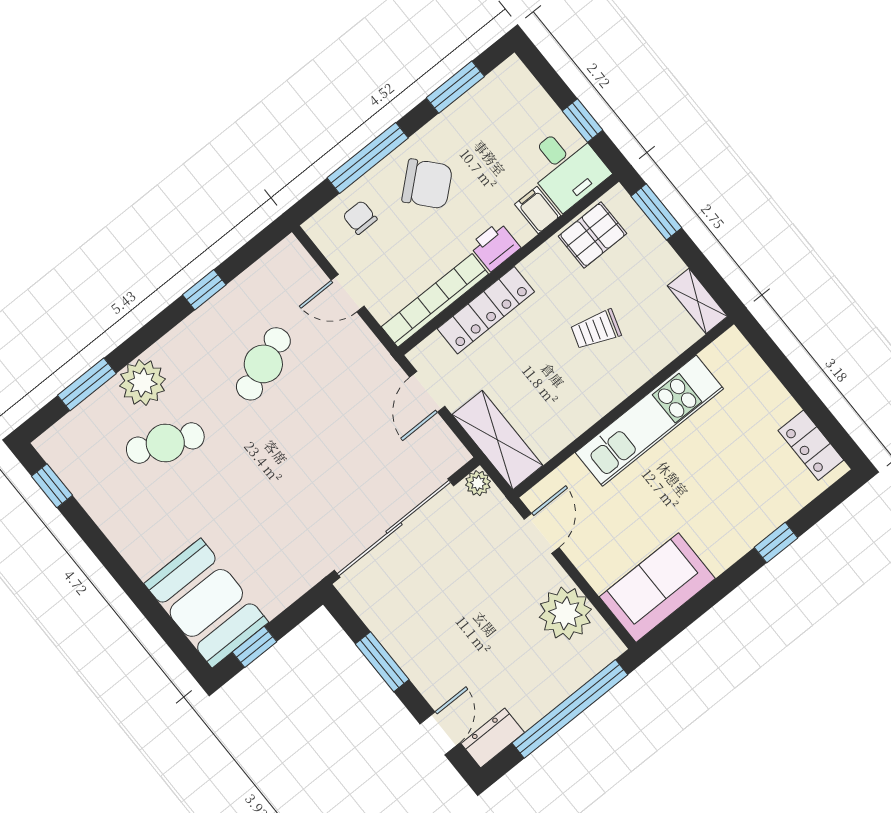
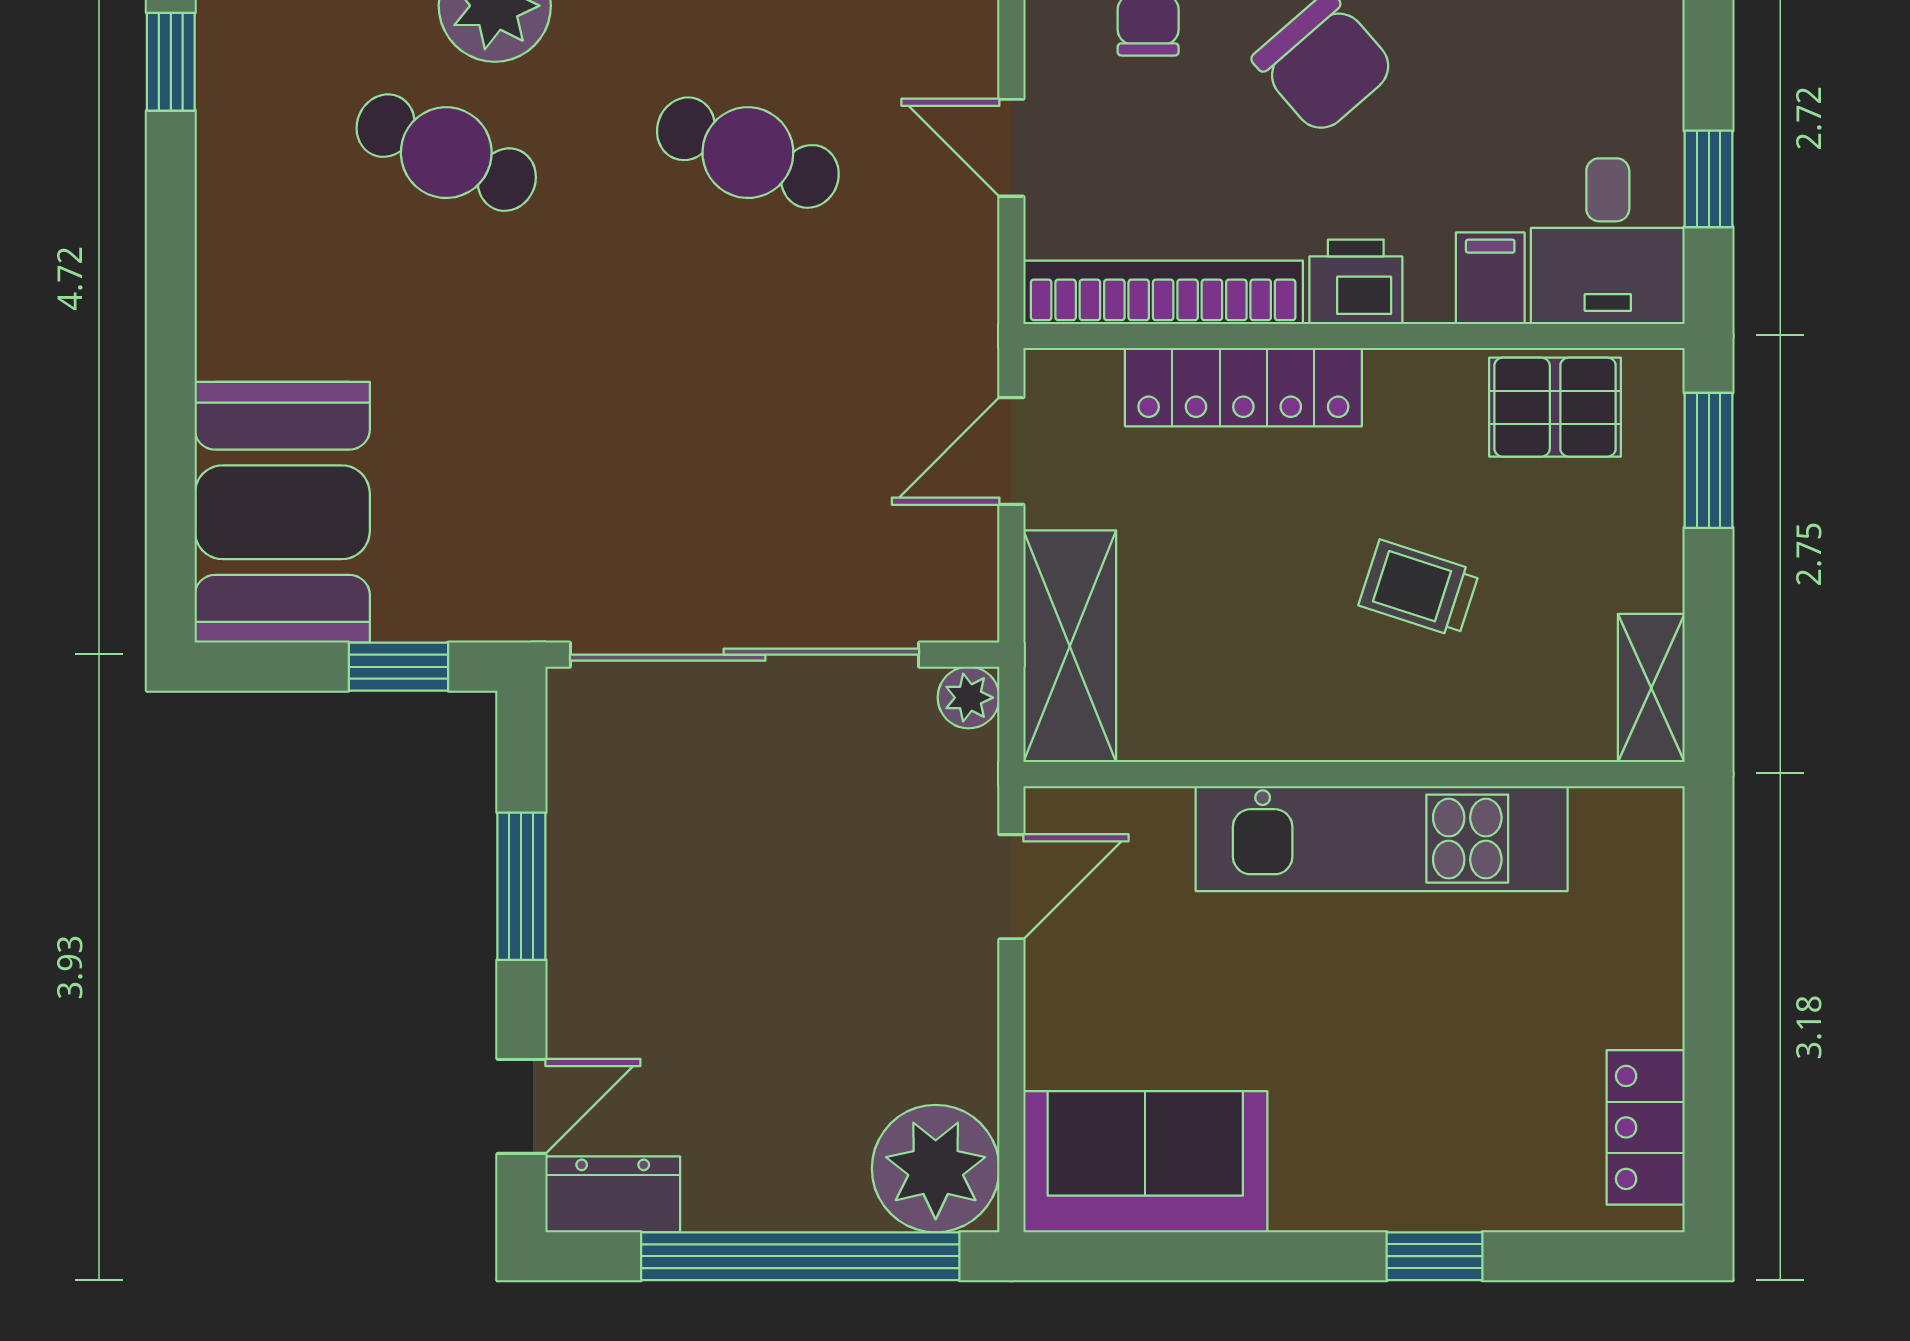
cafe table: (263, 364) -> (748, 153), turned 42
plant: (565, 613) -> (936, 1169), moved
window: (254, 647) -> (398, 667), moved

